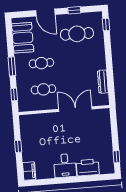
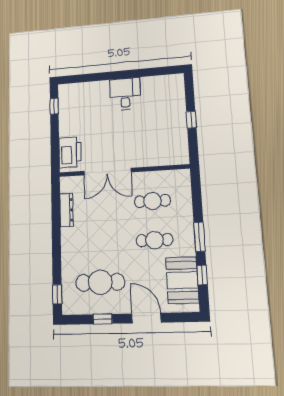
window: (14, 95) -> (202, 275), moved
printer: (88, 167) -> (70, 152), moved, turned -90
filing cabinet: (29, 171) -> (176, 86), removed

